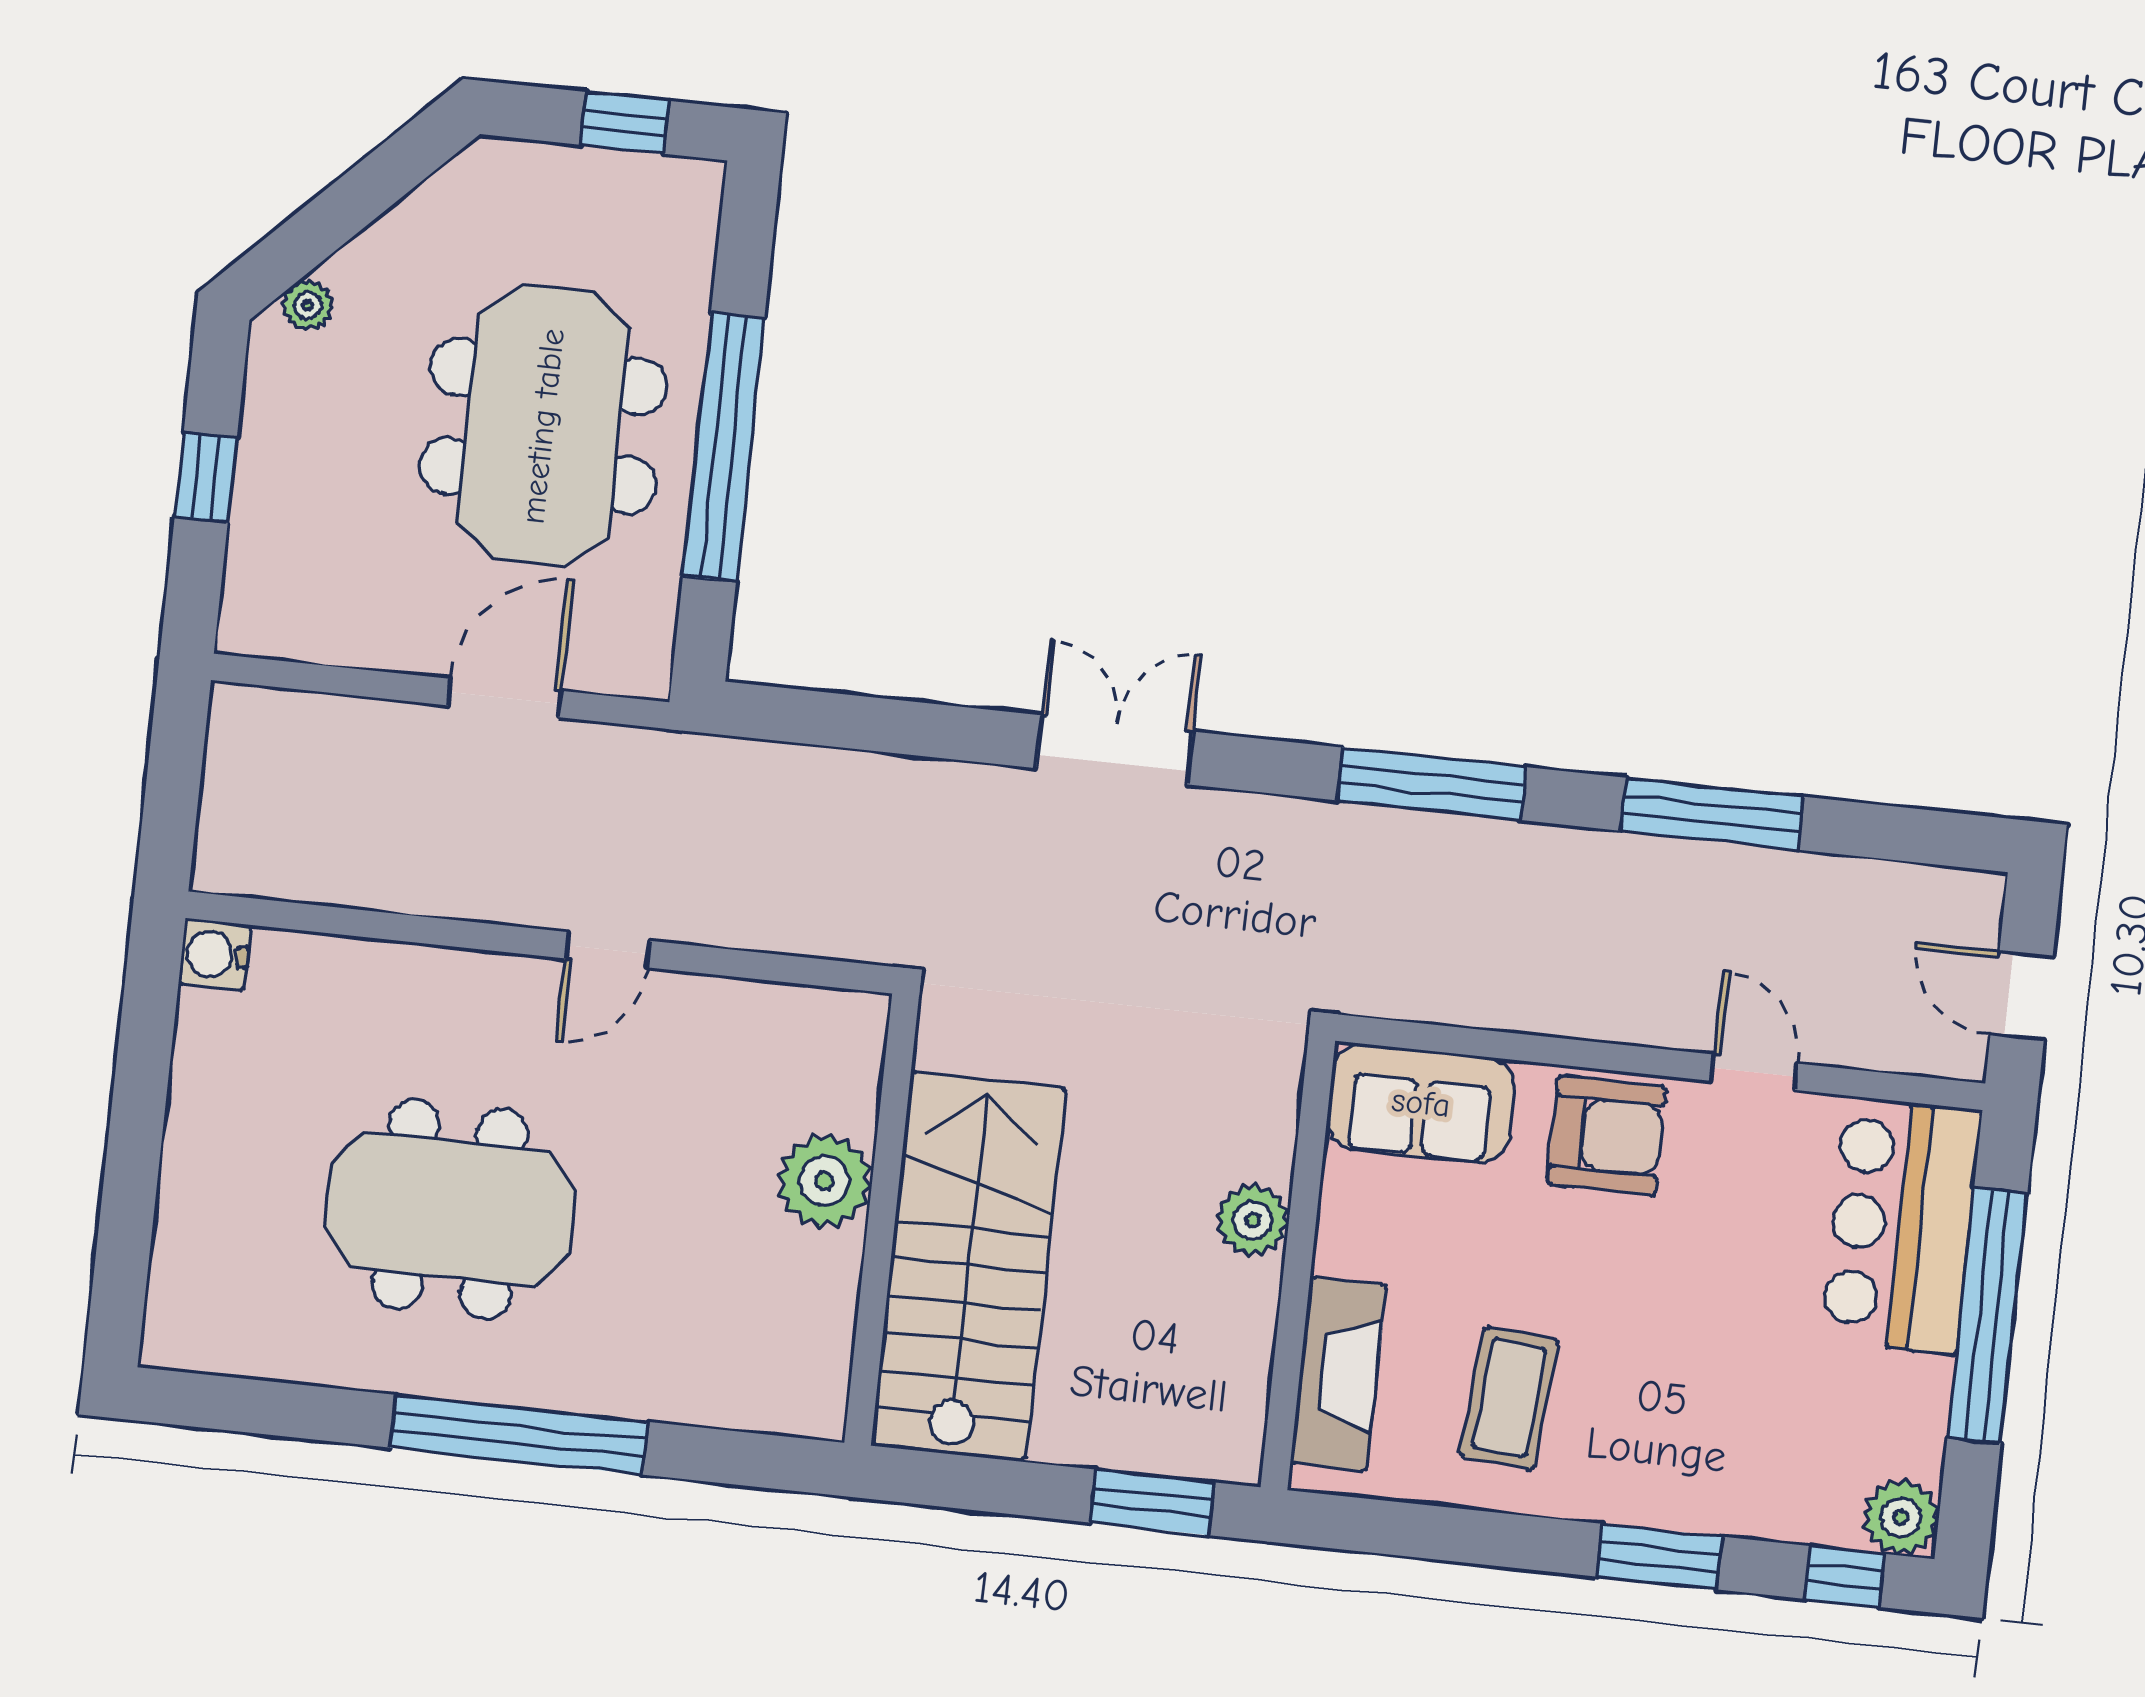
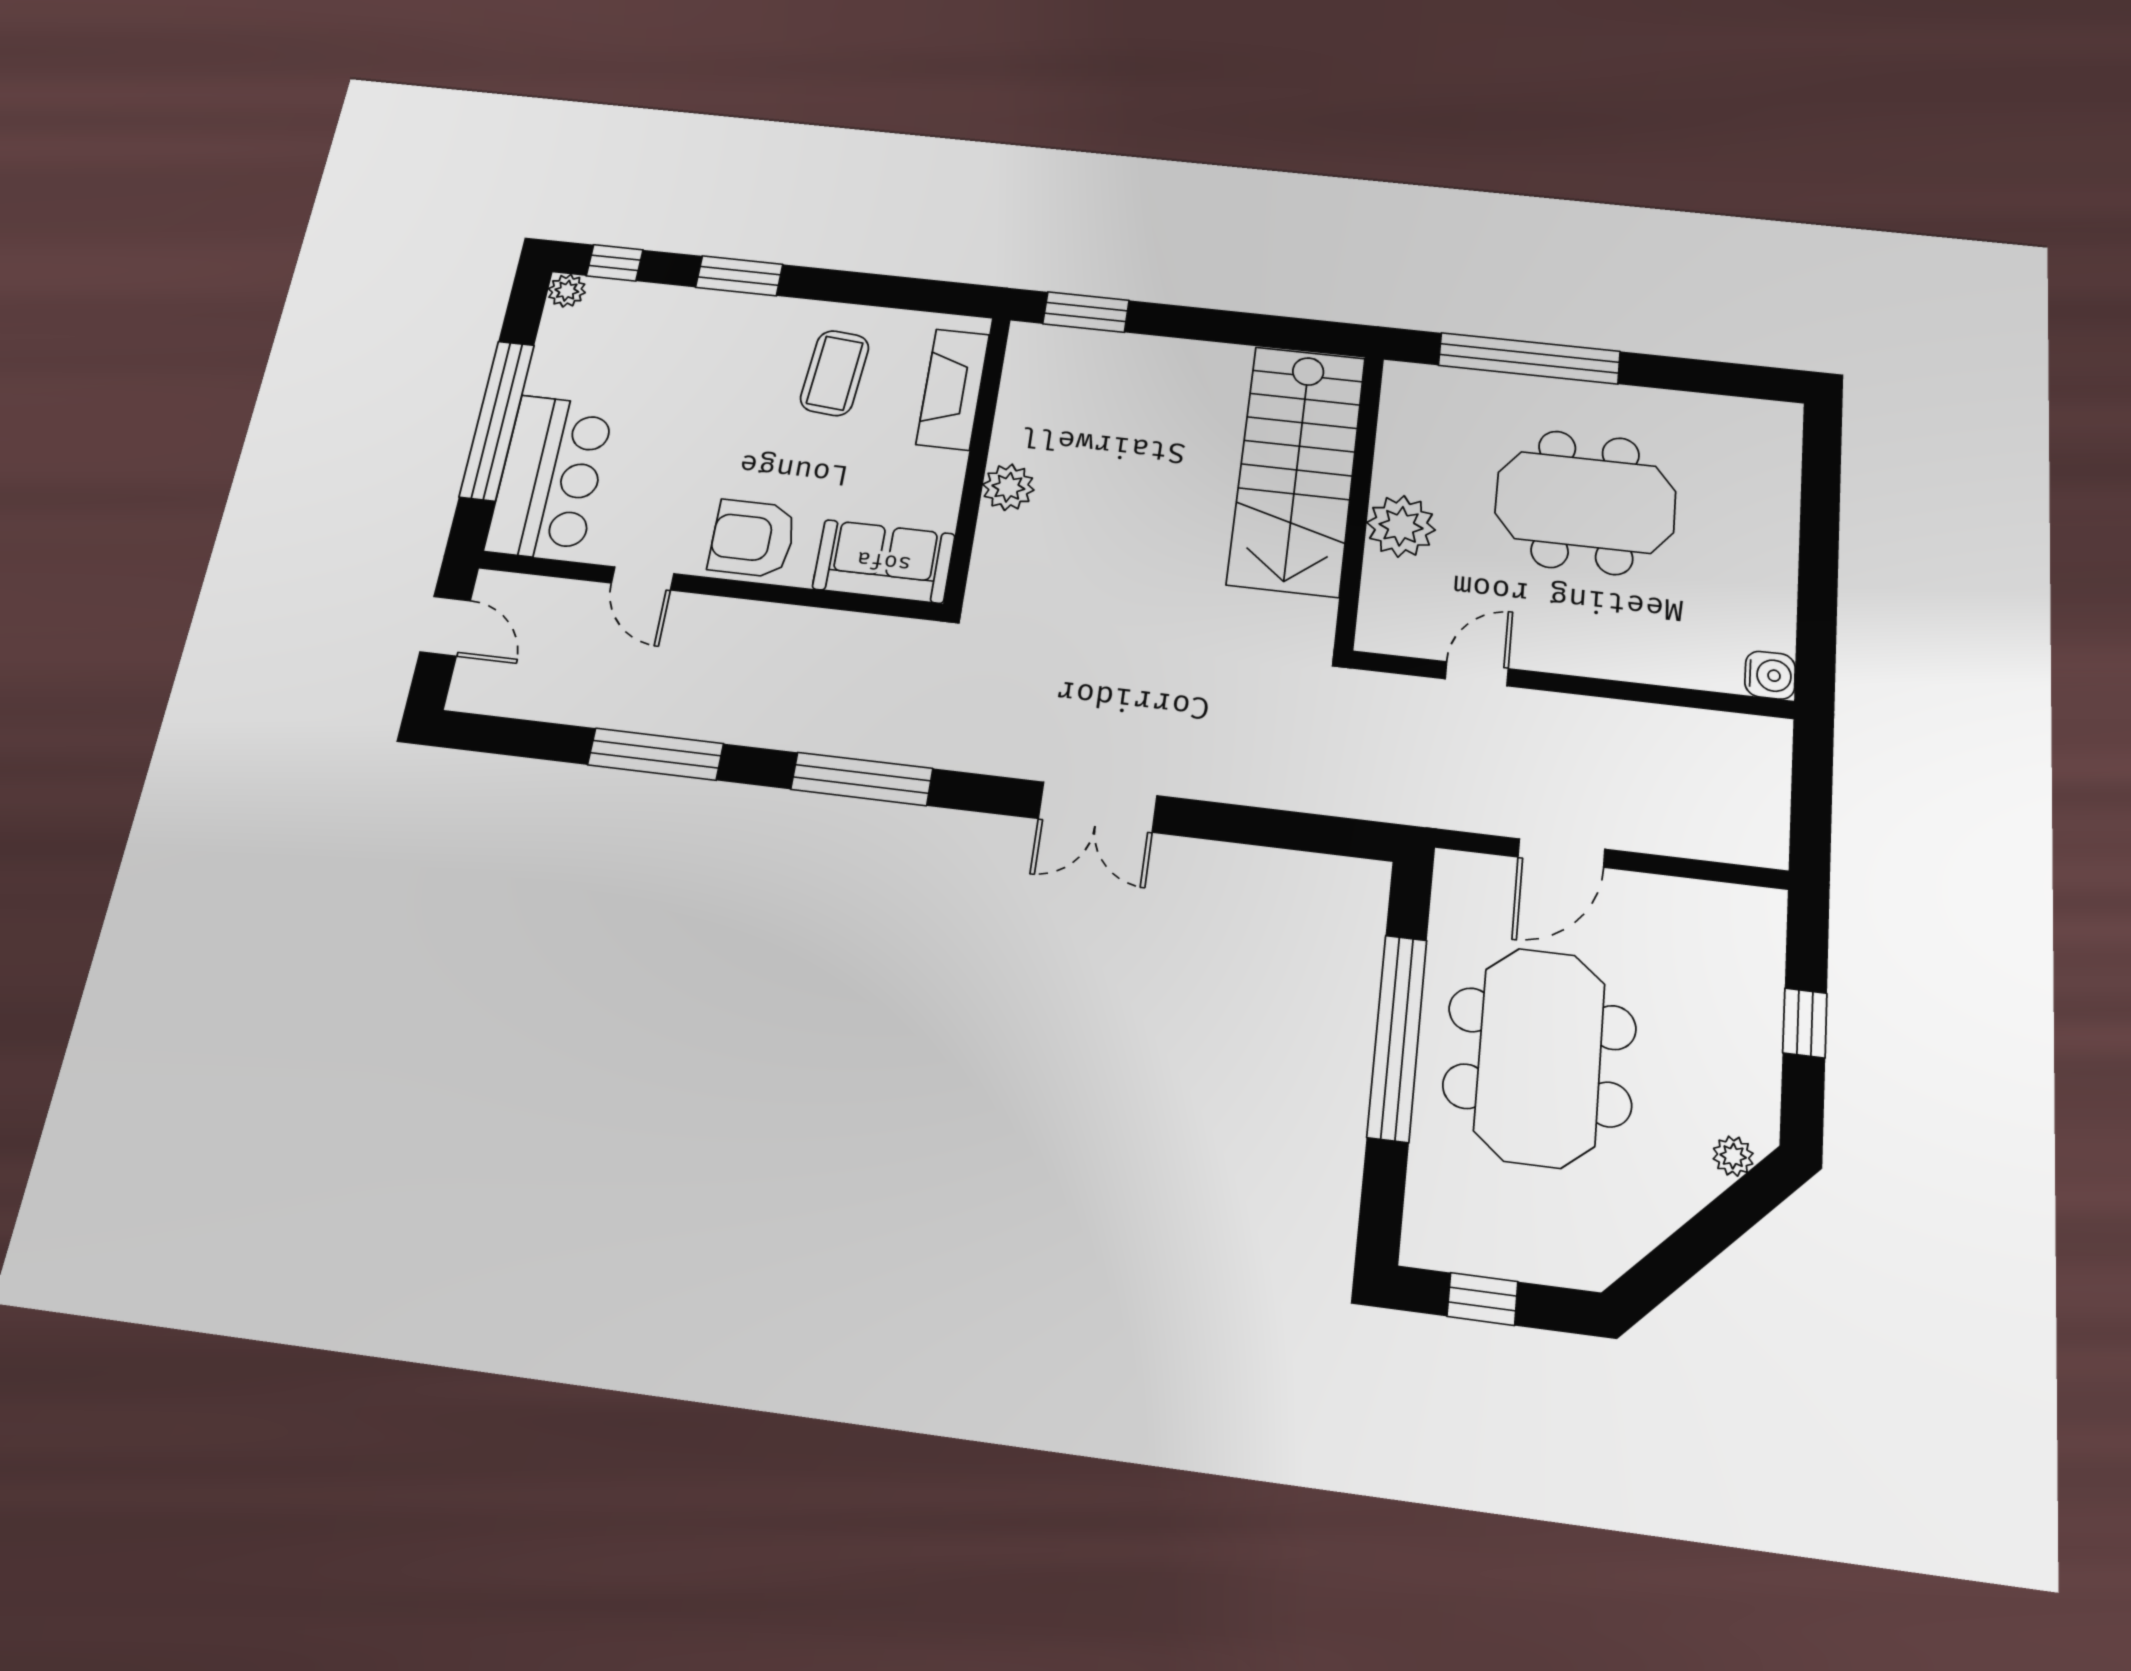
plant: (824, 1181) -> (1401, 526), moved
wall: (882, 1220) -> (1359, 501), moved
stairs: (968, 1266) -> (1297, 470), moved
plant: (1901, 1517) -> (567, 291), width x0.73, depth x0.73

